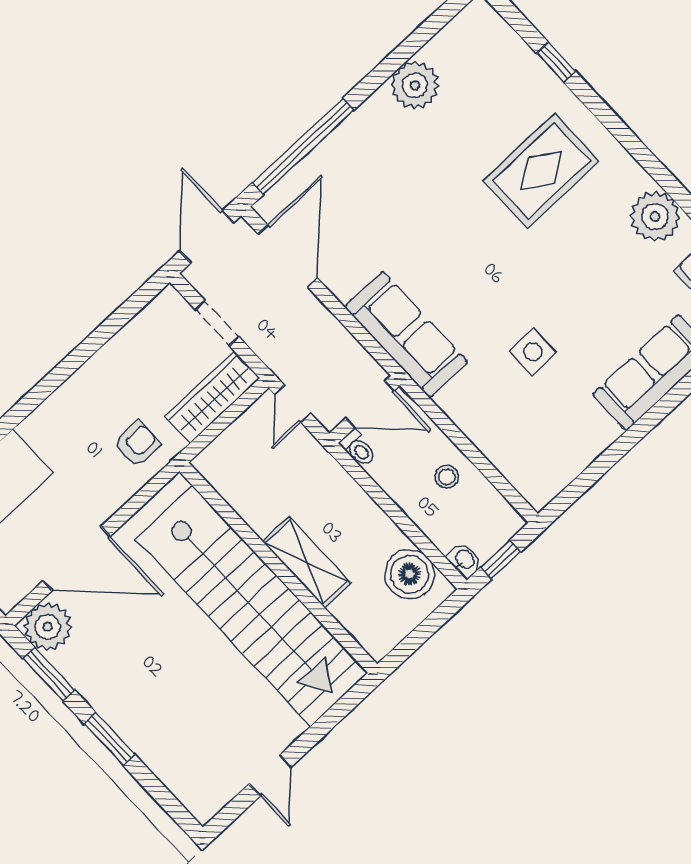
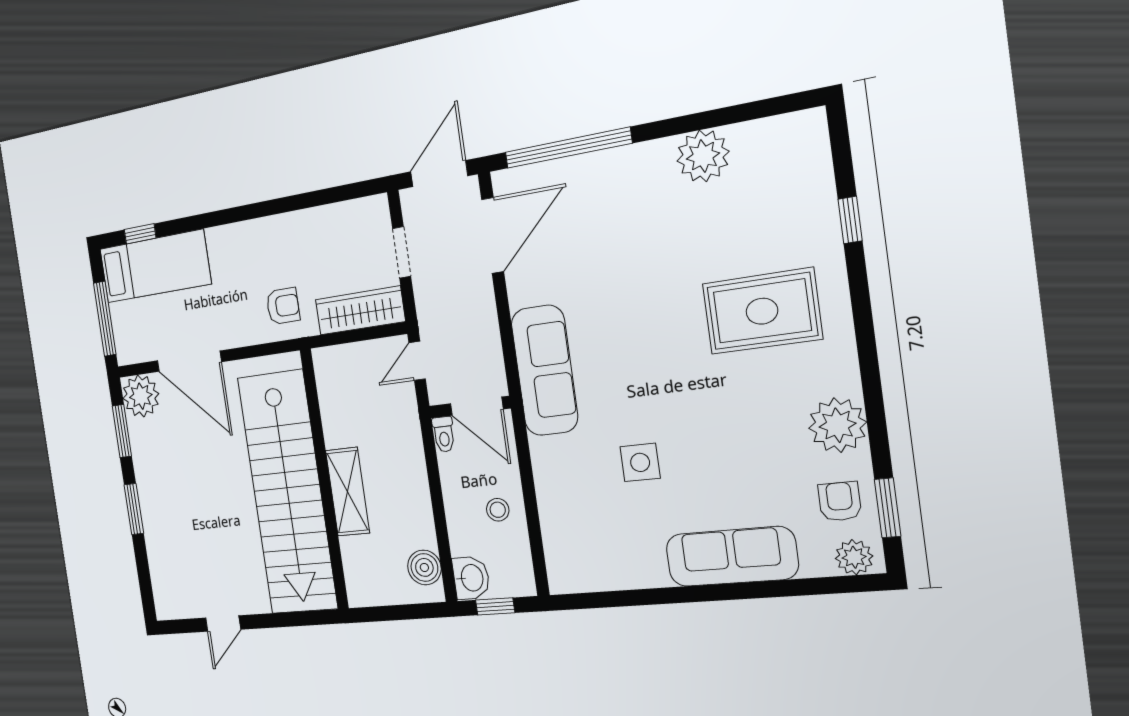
washbasin: (464, 560) -> (471, 578), width x1.38, depth x1.45
boiler: (410, 574) -> (424, 567), width x0.73, depth x0.73

